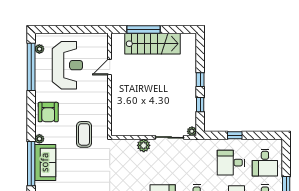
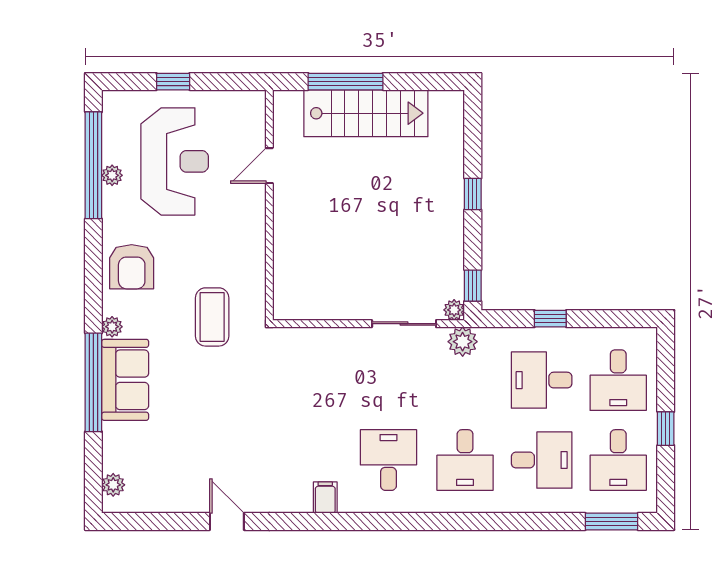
window: (67, 30) -> (173, 82), added
plant: (39, 49) -> (112, 175), moved
window: (200, 105) -> (473, 286), moved
plant: (144, 145) -> (463, 342), moved

